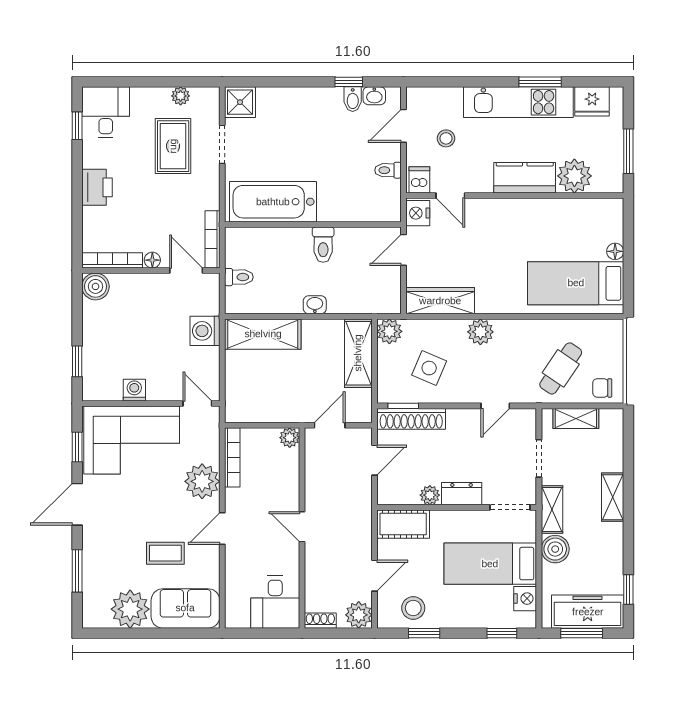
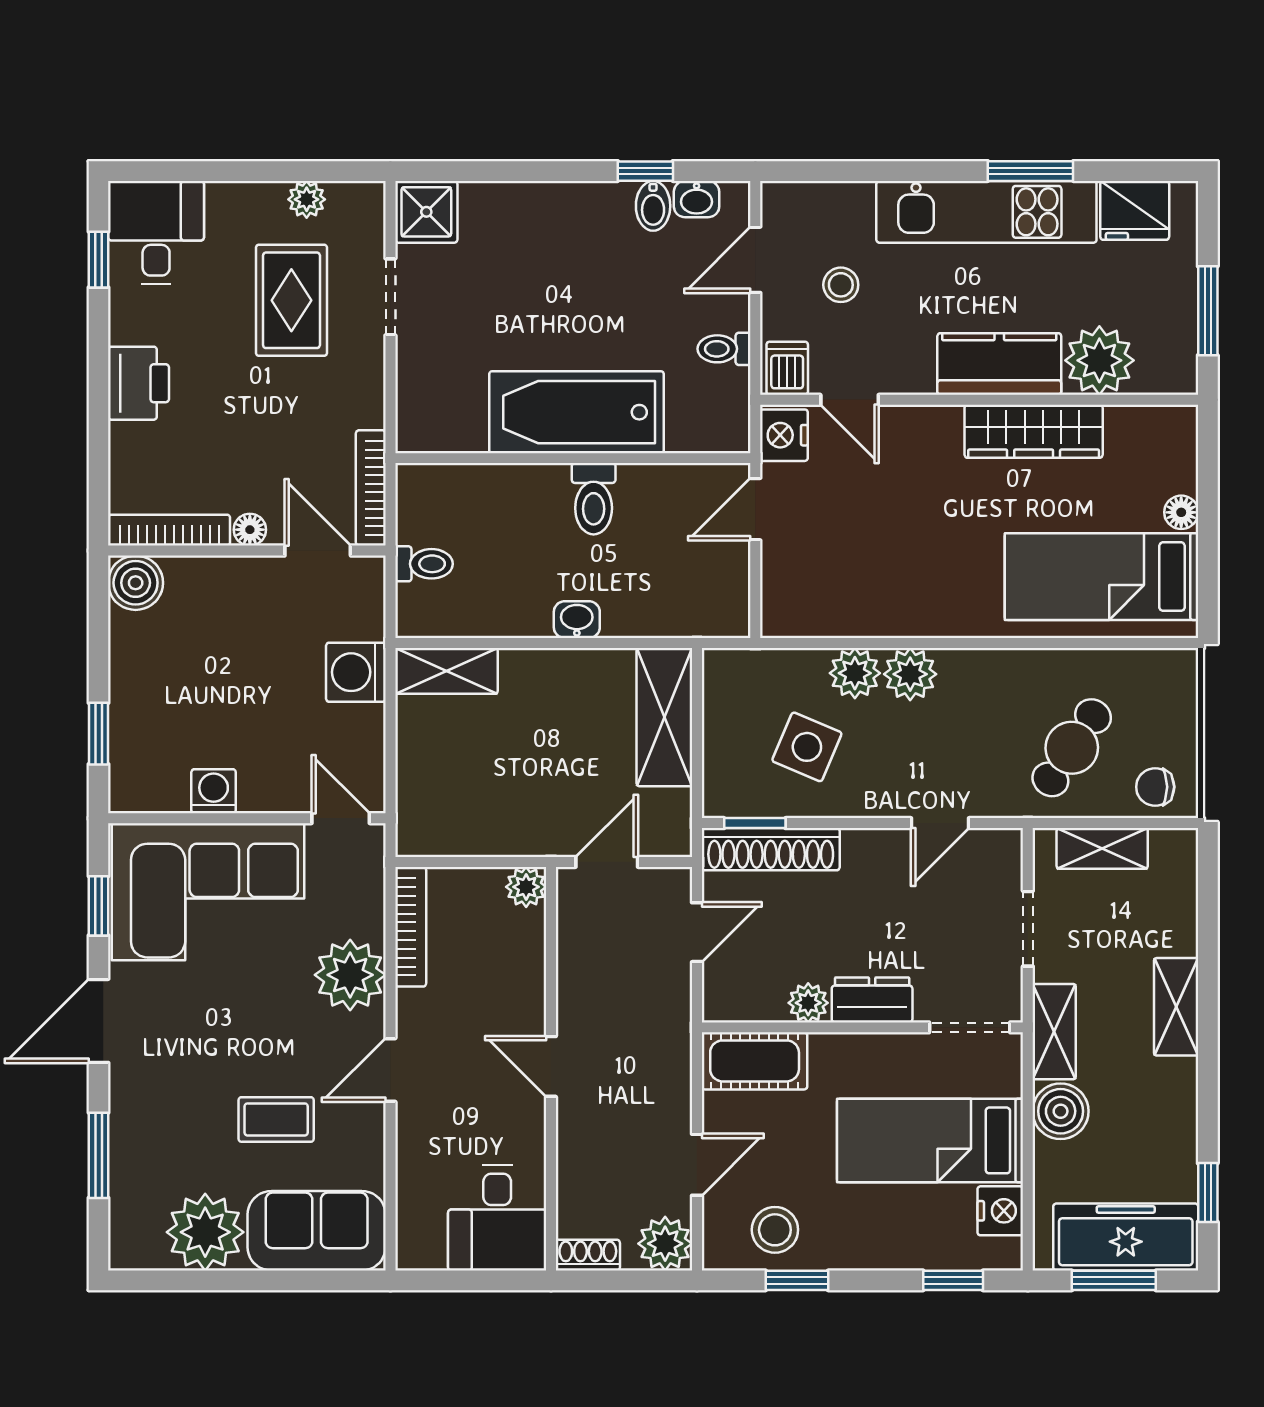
bathtub: (273, 202) -> (577, 412), moved
wardrobe: (440, 301) -> (1034, 431), moved, turned 180
plant: (389, 331) -> (855, 673), moved
shelving: (263, 334) -> (446, 671), width x0.67, depth x0.75

